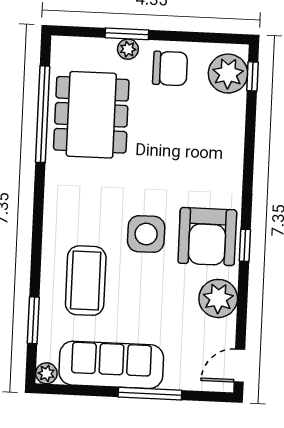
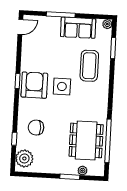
plant: (128, 49) -> (82, 171), moved
chair: (170, 68) -> (36, 128), moved
window: (253, 76) -> (14, 139), moved
plant: (218, 298) -> (30, 57), removed
sofa: (111, 365) -> (78, 28), width x0.73

